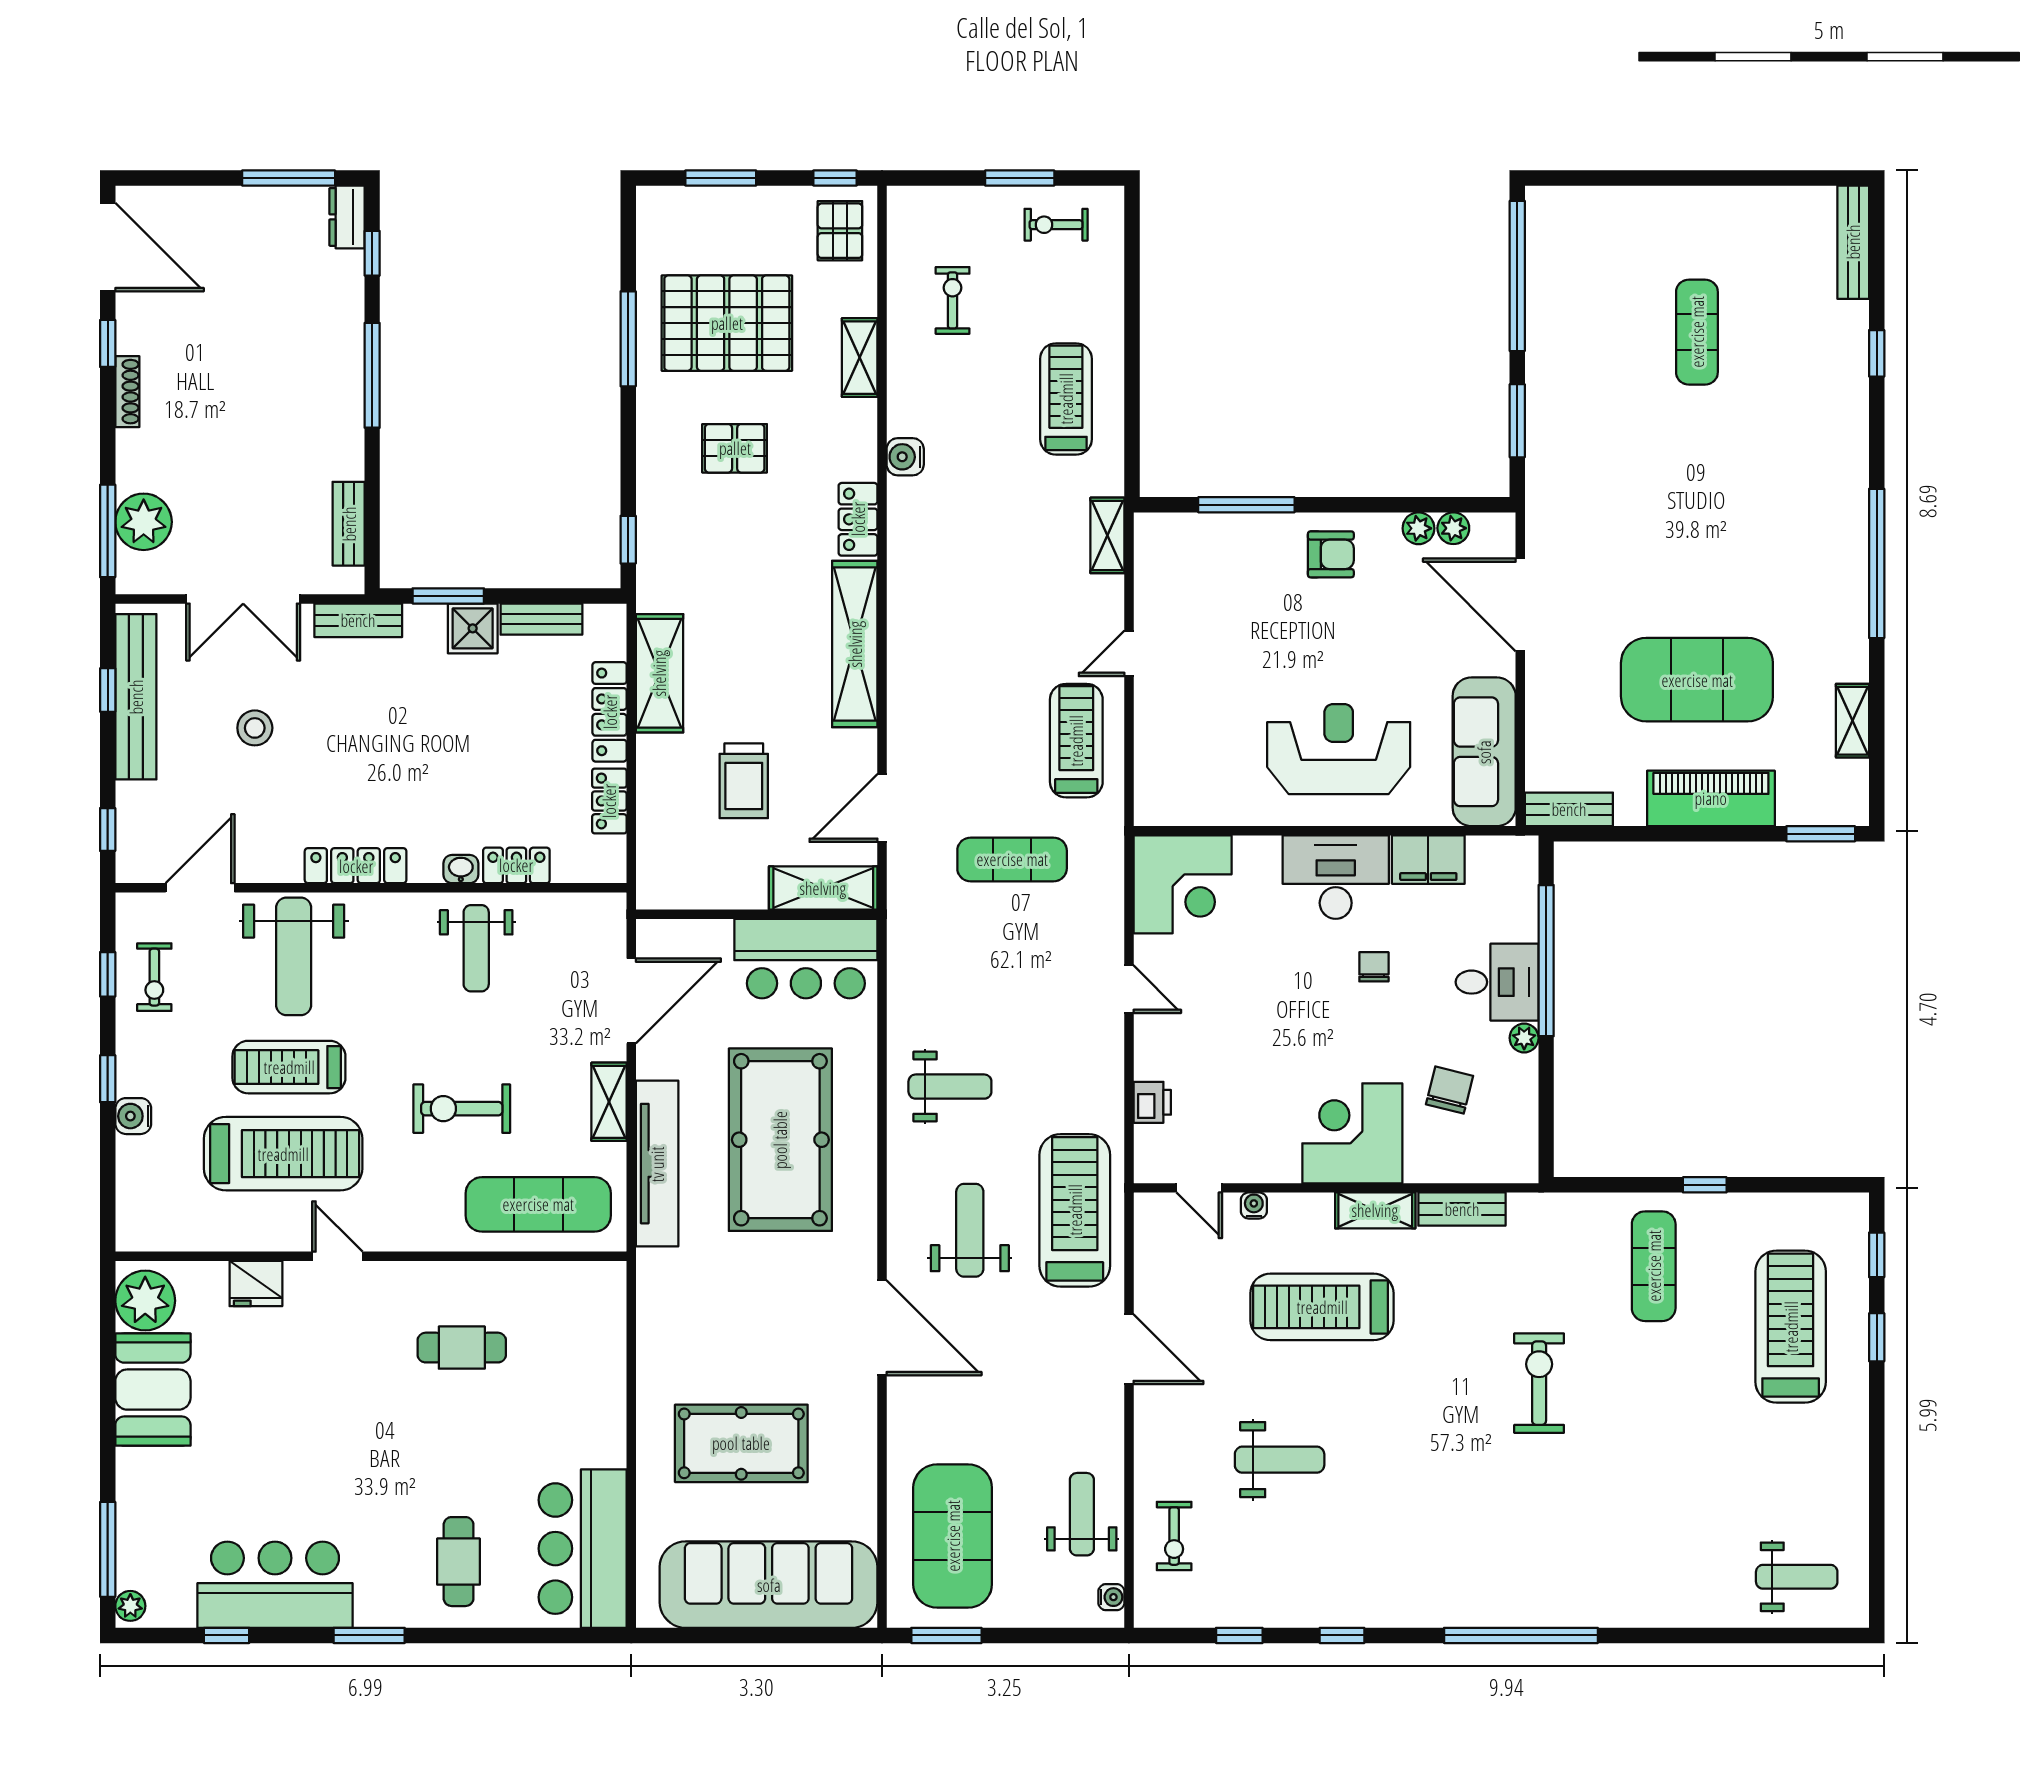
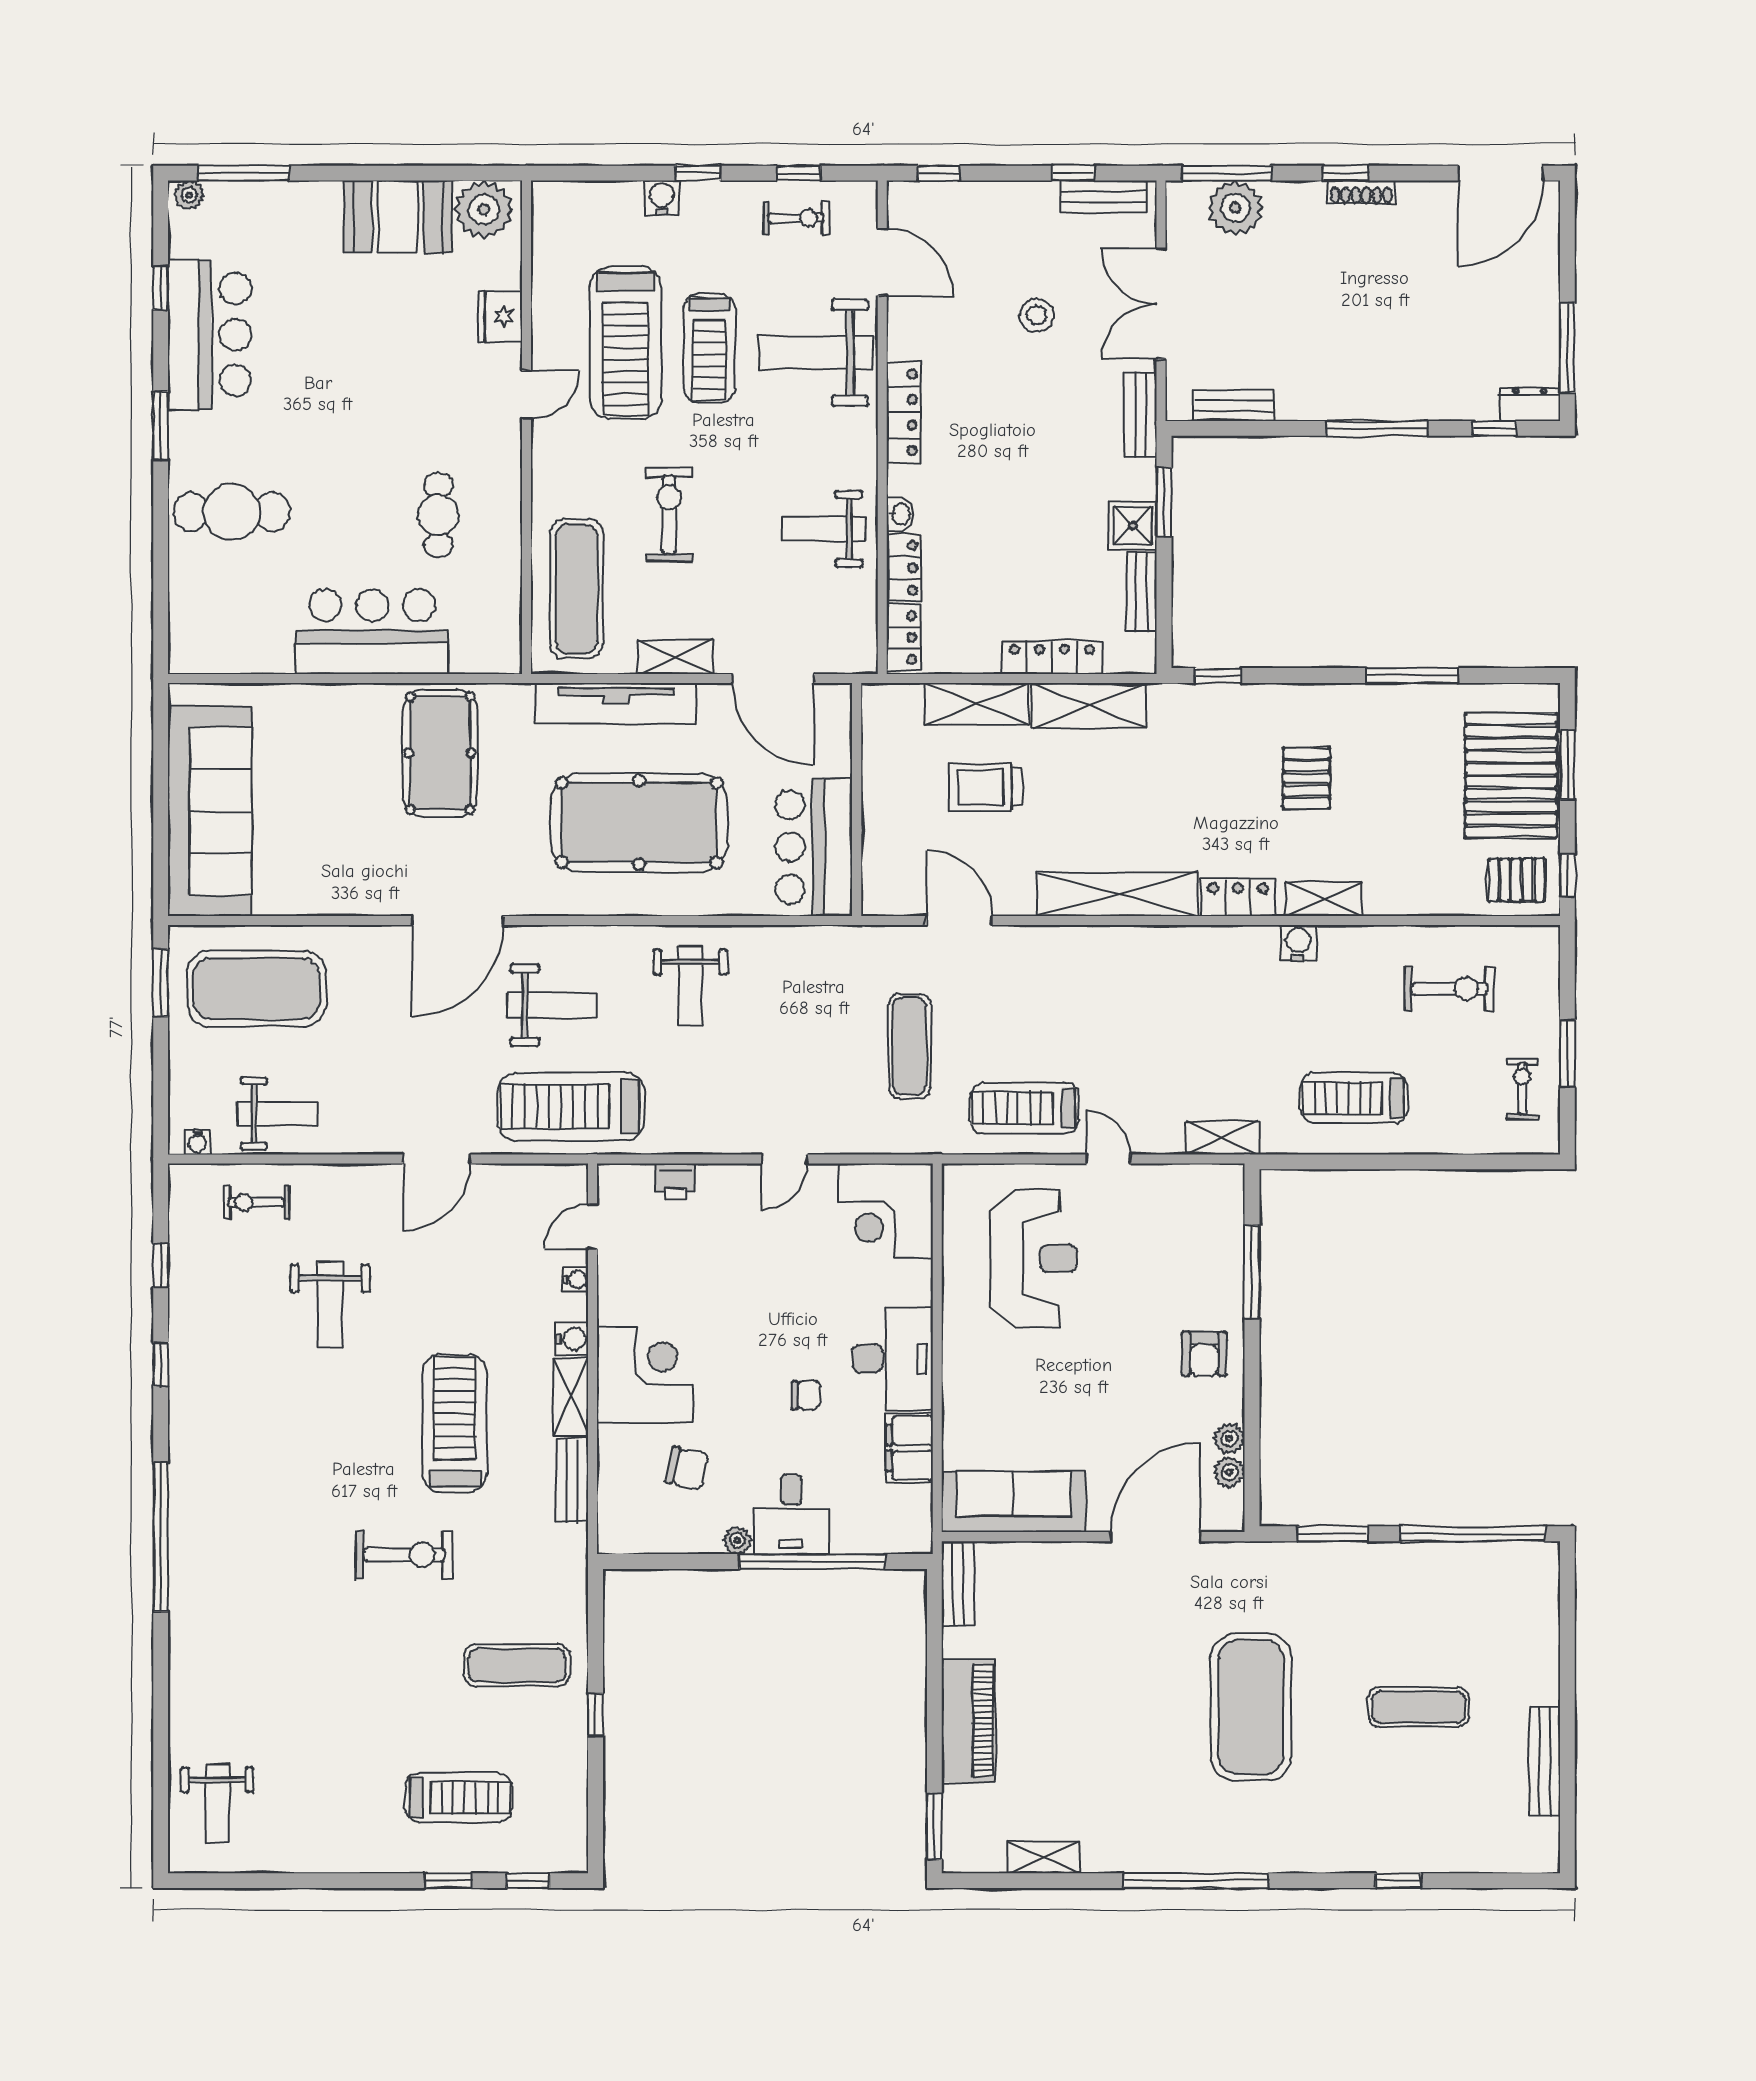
bench: (1853, 242) -> (1545, 1761), moved, turned 90
exercise bike: (953, 300) -> (1449, 989), width x1.38, depth x1.39
pallet: (727, 323) -> (1511, 775), moved
window: (108, 343) -> (1346, 173), moved
shelving: (860, 358) -> (1324, 899), moved
treadmill: (1066, 399) -> (1354, 1098), turned 180
exercise mat: (1697, 680) -> (1251, 1707), moved
bench: (136, 697) -> (1104, 197), width x0.54, depth x0.82
treadmill: (1076, 741) -> (1024, 1108), turned 180
reception desk: (1339, 749) -> (1033, 1258), moved
locker: (609, 801) -> (903, 638), moved, turned 90
shelving: (823, 888) -> (977, 704), moved, turned 90
exercise bike: (154, 977) -> (796, 218), turned 180
treadmill: (289, 1067) -> (709, 348), turned 180
water cooler: (1315, 1209) -> (572, 1339), added
treadmill: (1075, 1210) -> (571, 1107), turned 180
treadmill: (1322, 1307) -> (455, 1423), moved
treadmill: (1791, 1327) -> (459, 1798), width x0.73, depth x0.73
pool table: (741, 1443) -> (440, 753), moved
bar counter: (583, 1549) -> (372, 632), moved
cafe table: (459, 1562) -> (232, 512), width x1.37, depth x1.35

